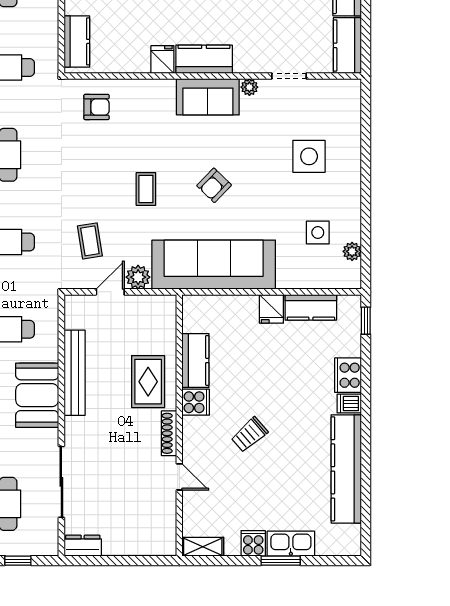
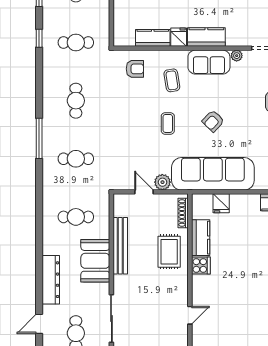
kitchen counter: (77, 41) -> (153, 38), moved, turned -90
coffee table: (90, 241) -> (172, 80), moved
door: (110, 292) -> (144, 192), hinge flipped
fridge: (271, 309) -> (221, 203), moved
shoe rack: (169, 433) -> (183, 213), moved
trolley: (249, 435) -> (237, 287), removed
door: (179, 477) -> (190, 315), hinge flipped

